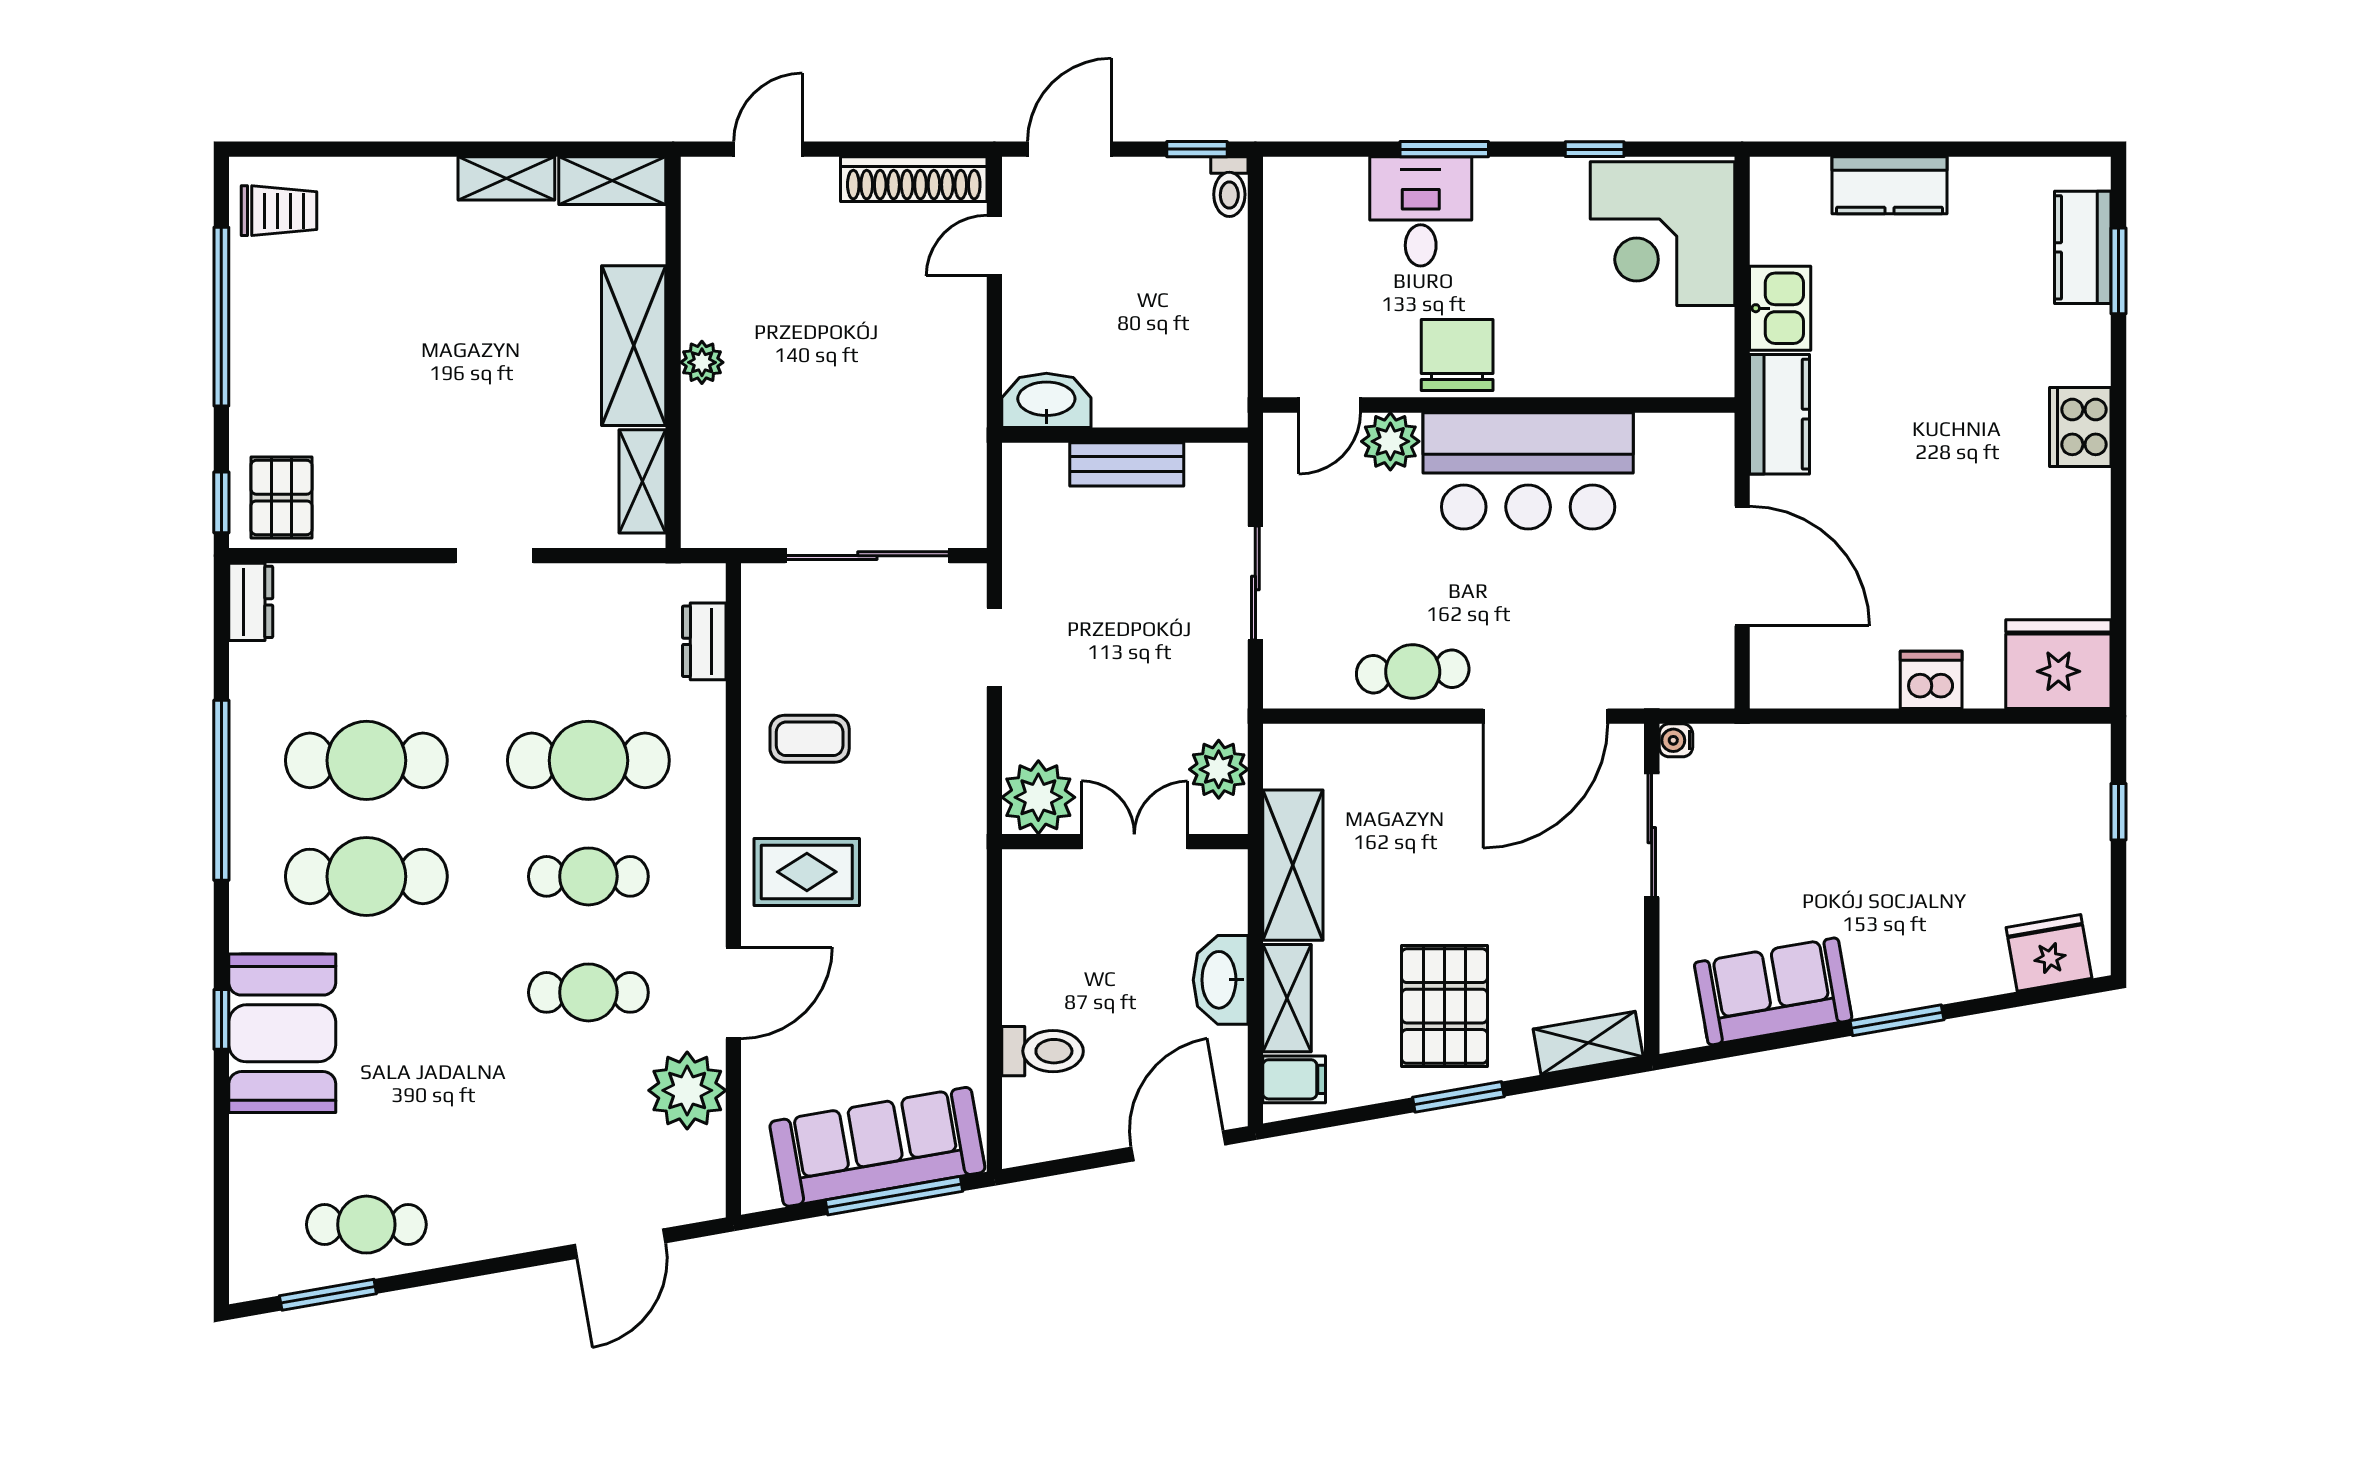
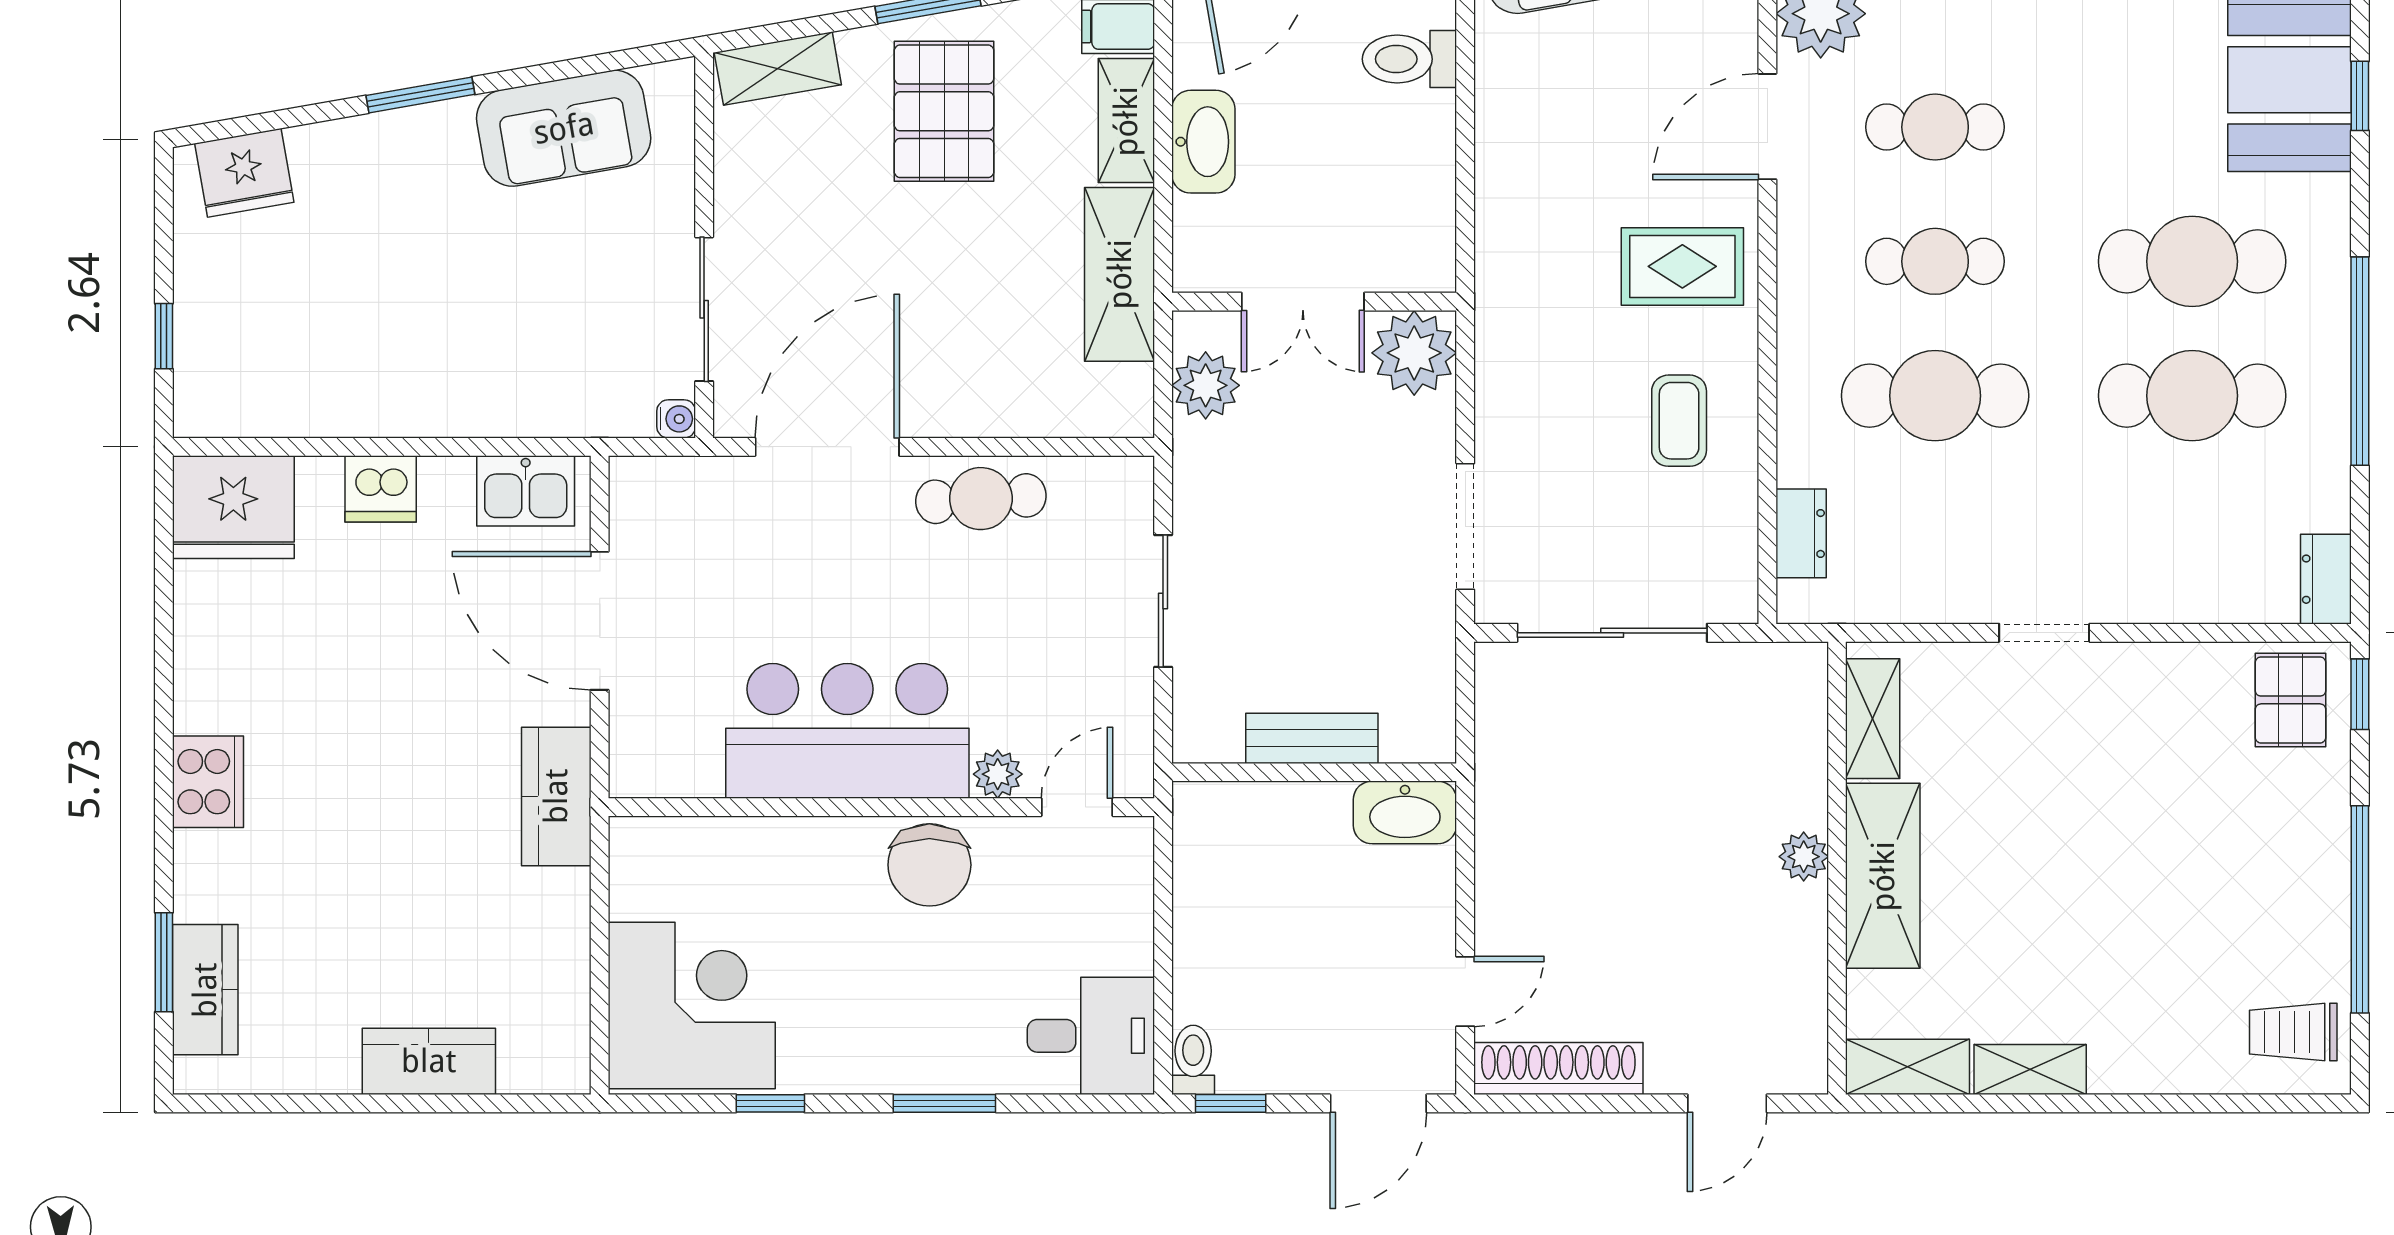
desk: (1421, 211) -> (1091, 1036), moved, turned -90
kitchen sink: (1780, 308) -> (526, 491), moved, turned -90
plant: (1390, 441) -> (998, 774), width x0.73, depth x0.73
doorway: (994, 647) -> (1465, 526), width x1.38
coffee table: (810, 739) -> (1679, 421), turned 90

